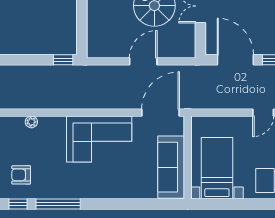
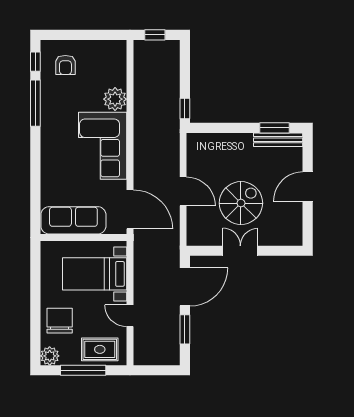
plant: (31, 122) -> (115, 99), moved, width x1.87, depth x1.87
bed with nightstands: (217, 168) -> (95, 274), moved, turned 180
armchair: (21, 175) -> (65, 65), turned 180

